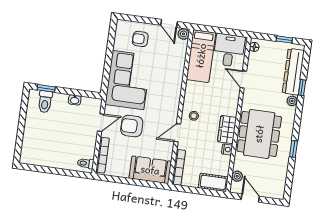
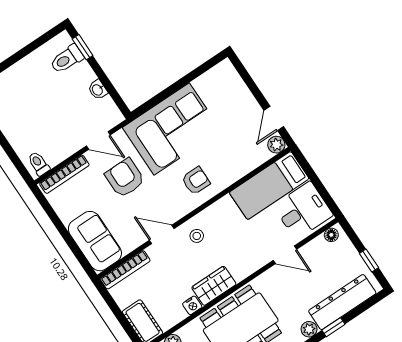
armchair: (140, 39) -> (196, 181), moved, turned 90
door: (243, 80) -> (285, 255), swing flipped

